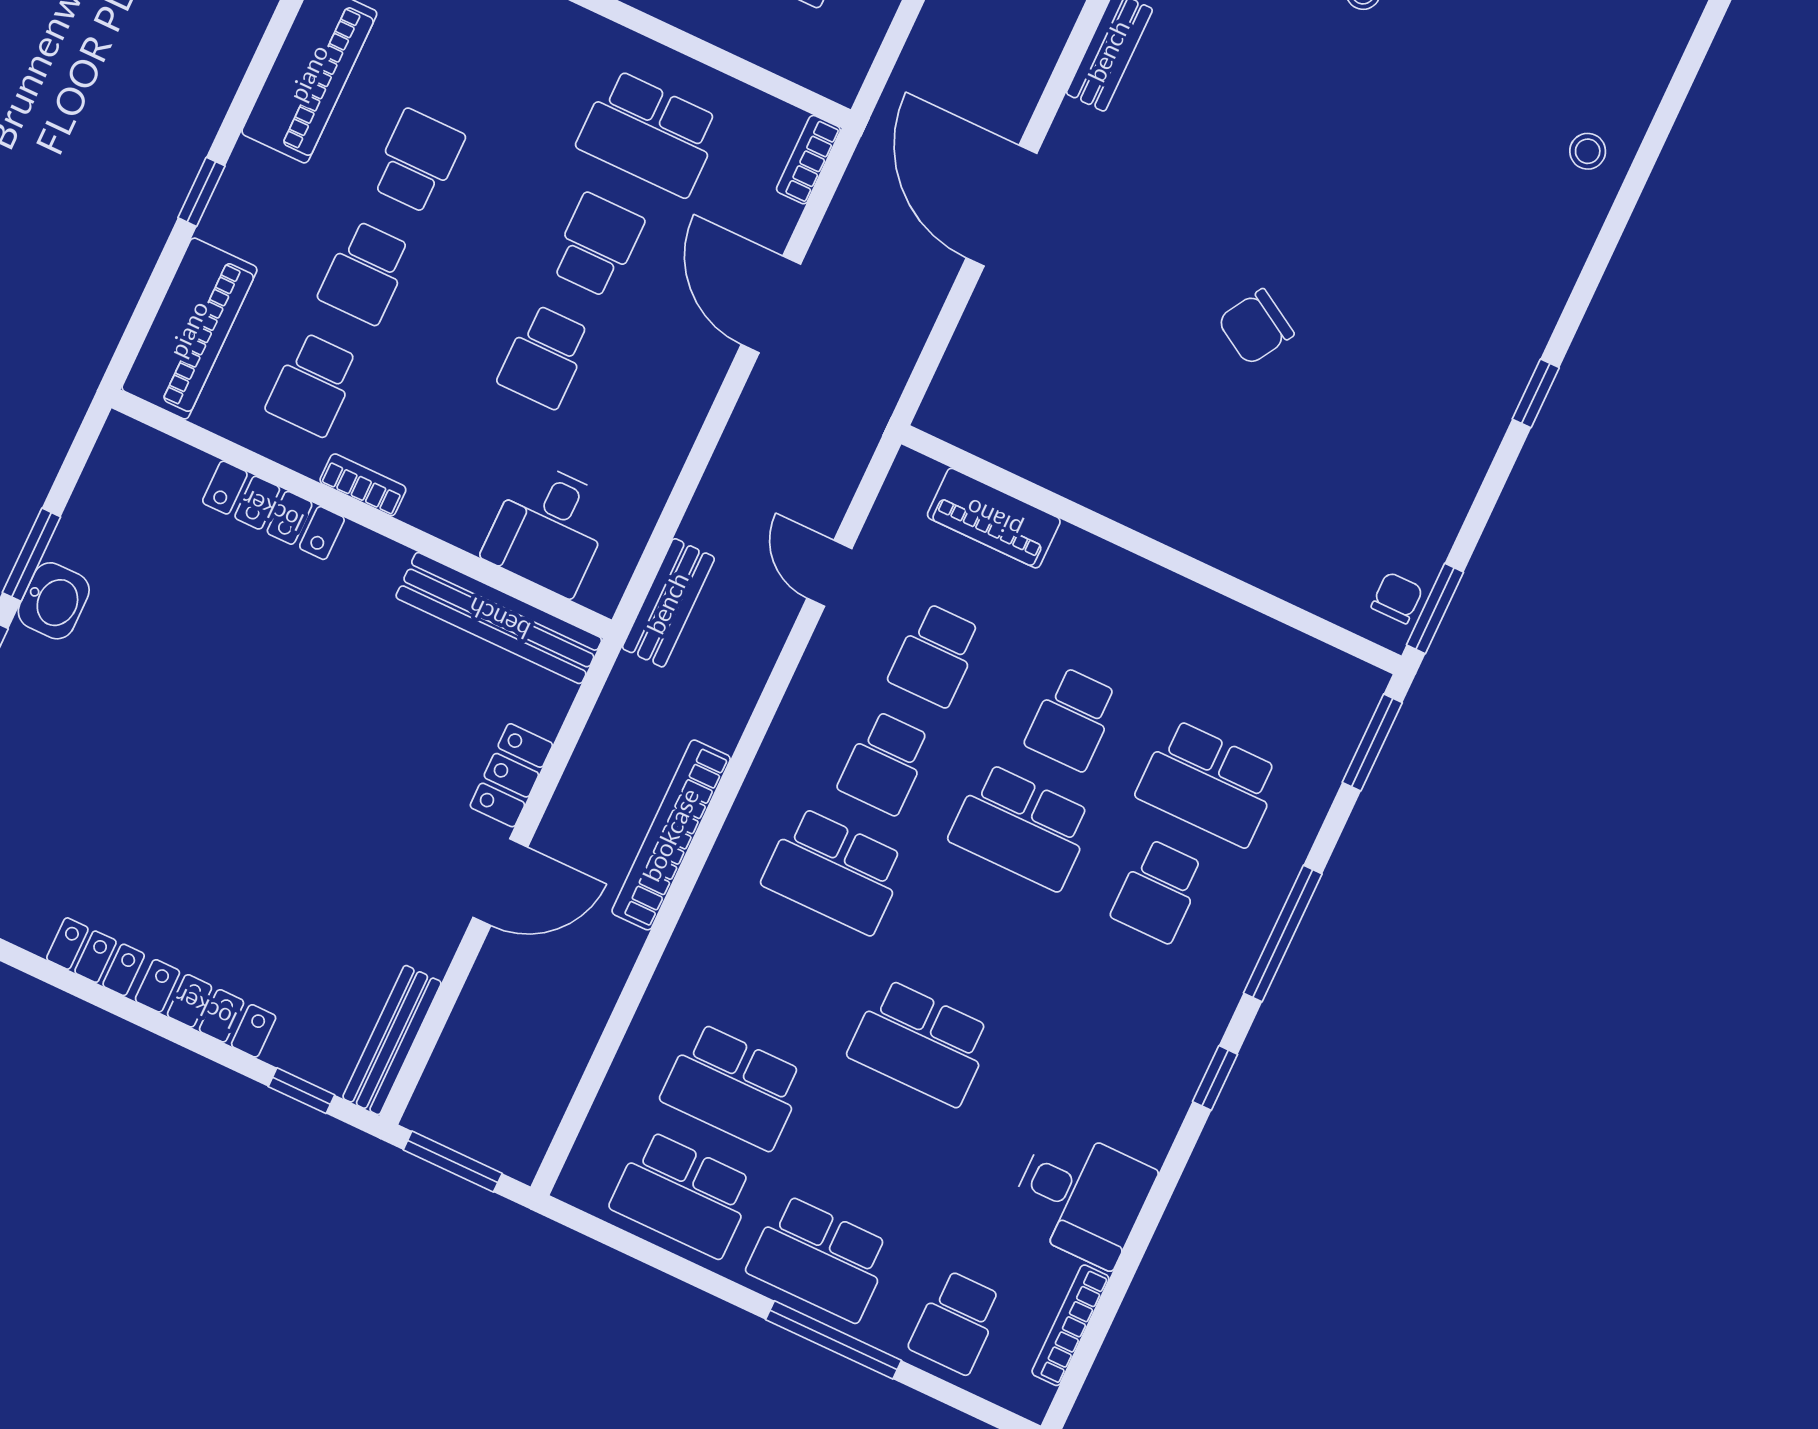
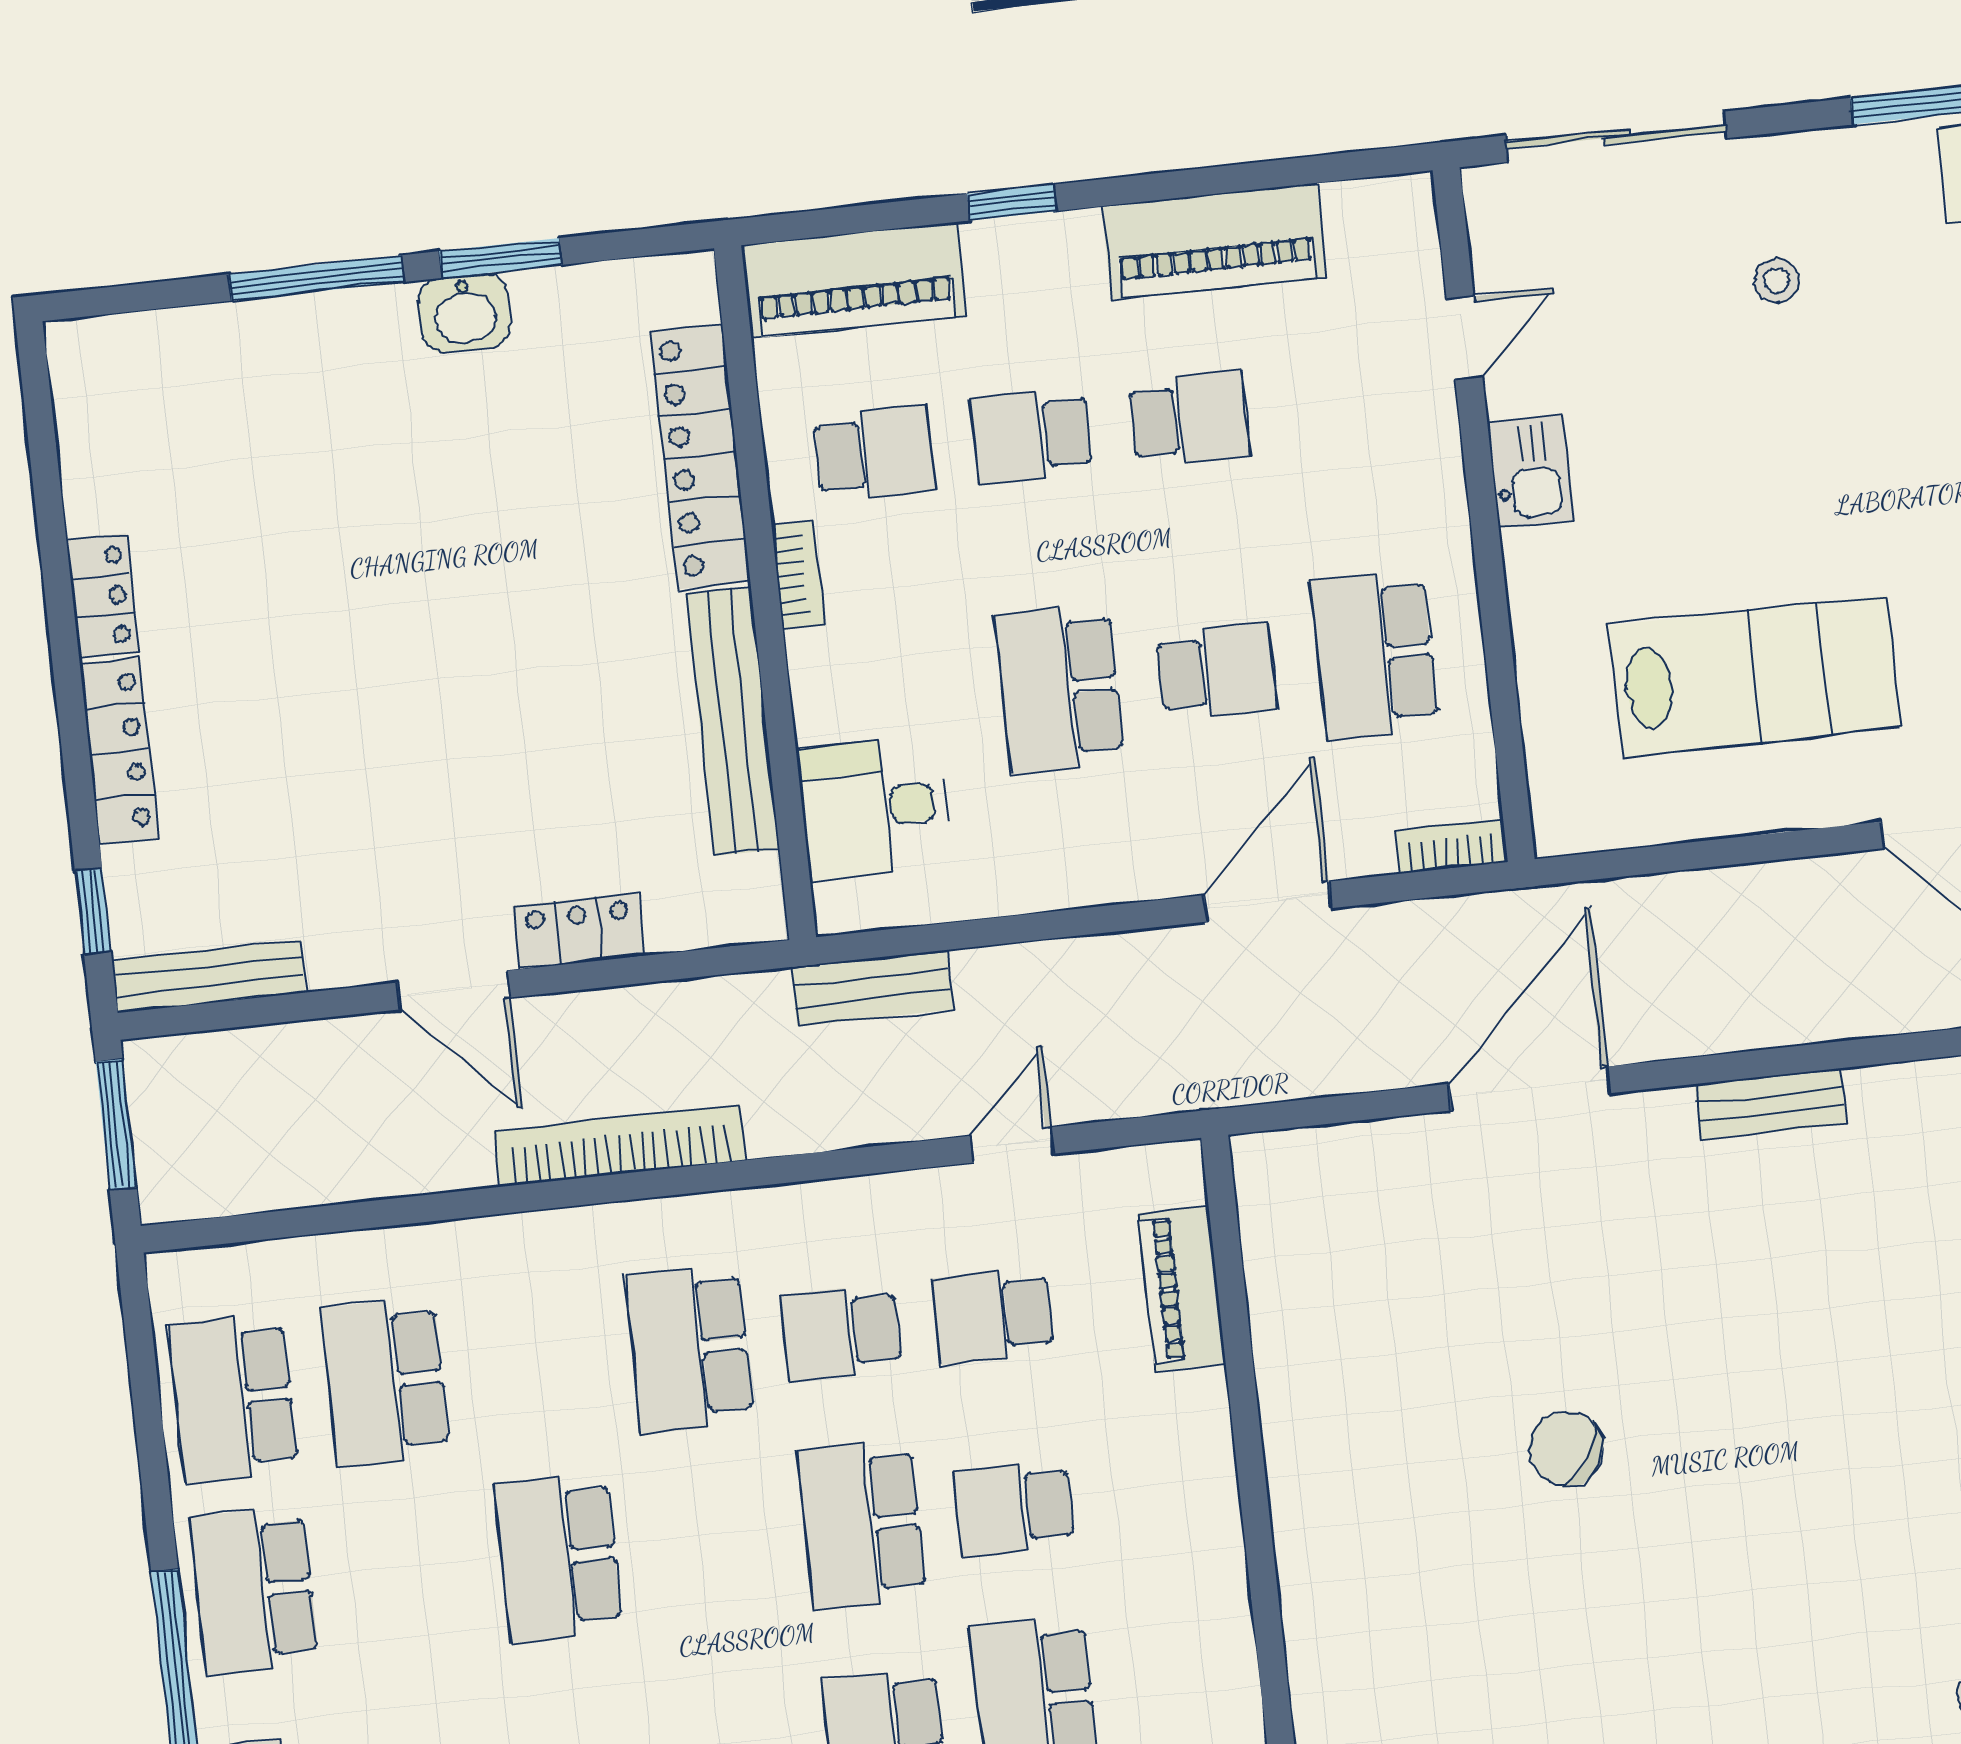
school desk: (545, 357) -> (1059, 689), width x1.85
school desk: (313, 384) -> (875, 453), turned 180
locker: (273, 510) -> (700, 457), width x1.41, depth x1.21
bench: (499, 618) -> (733, 721), moved

